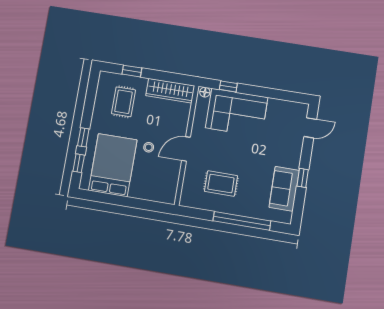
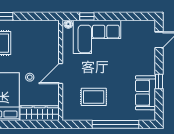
wardrobe: (170, 91) -> (40, 113), moved, turned 180

